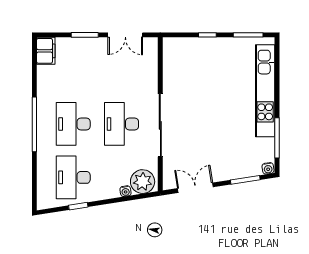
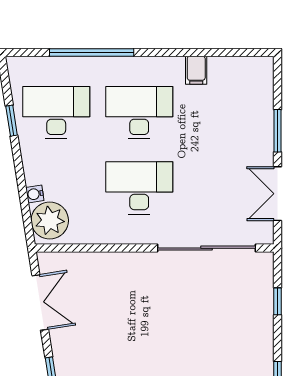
window: (207, 35) -> (277, 301), moved
filing cabinet: (46, 51) -> (196, 70), moved, width x0.50
window: (34, 124) -> (92, 53), moved
sliding door: (160, 125) -> (206, 248), moved

